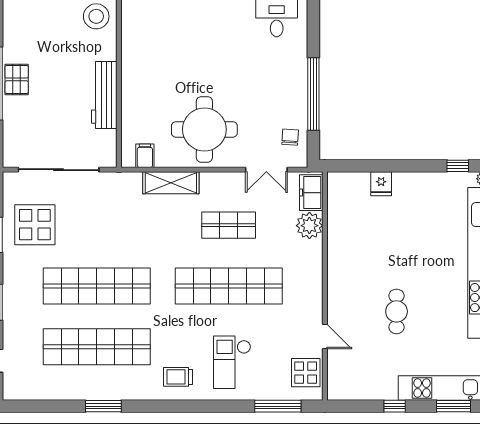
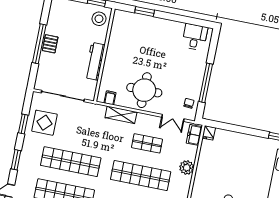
fridge: (381, 184) -> (209, 133), moved
plant: (309, 226) -> (187, 168), moved

